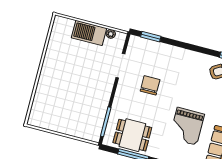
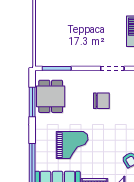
grand piano: (187, 126) -> (72, 145), turned 180

